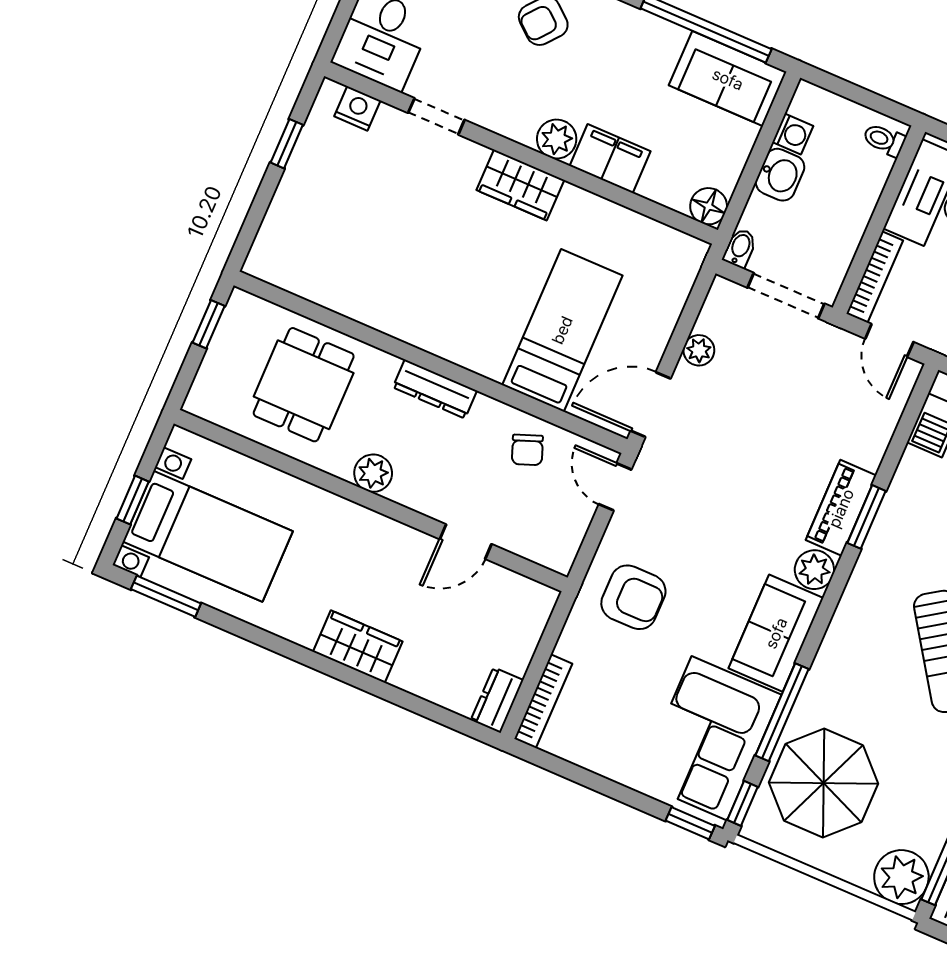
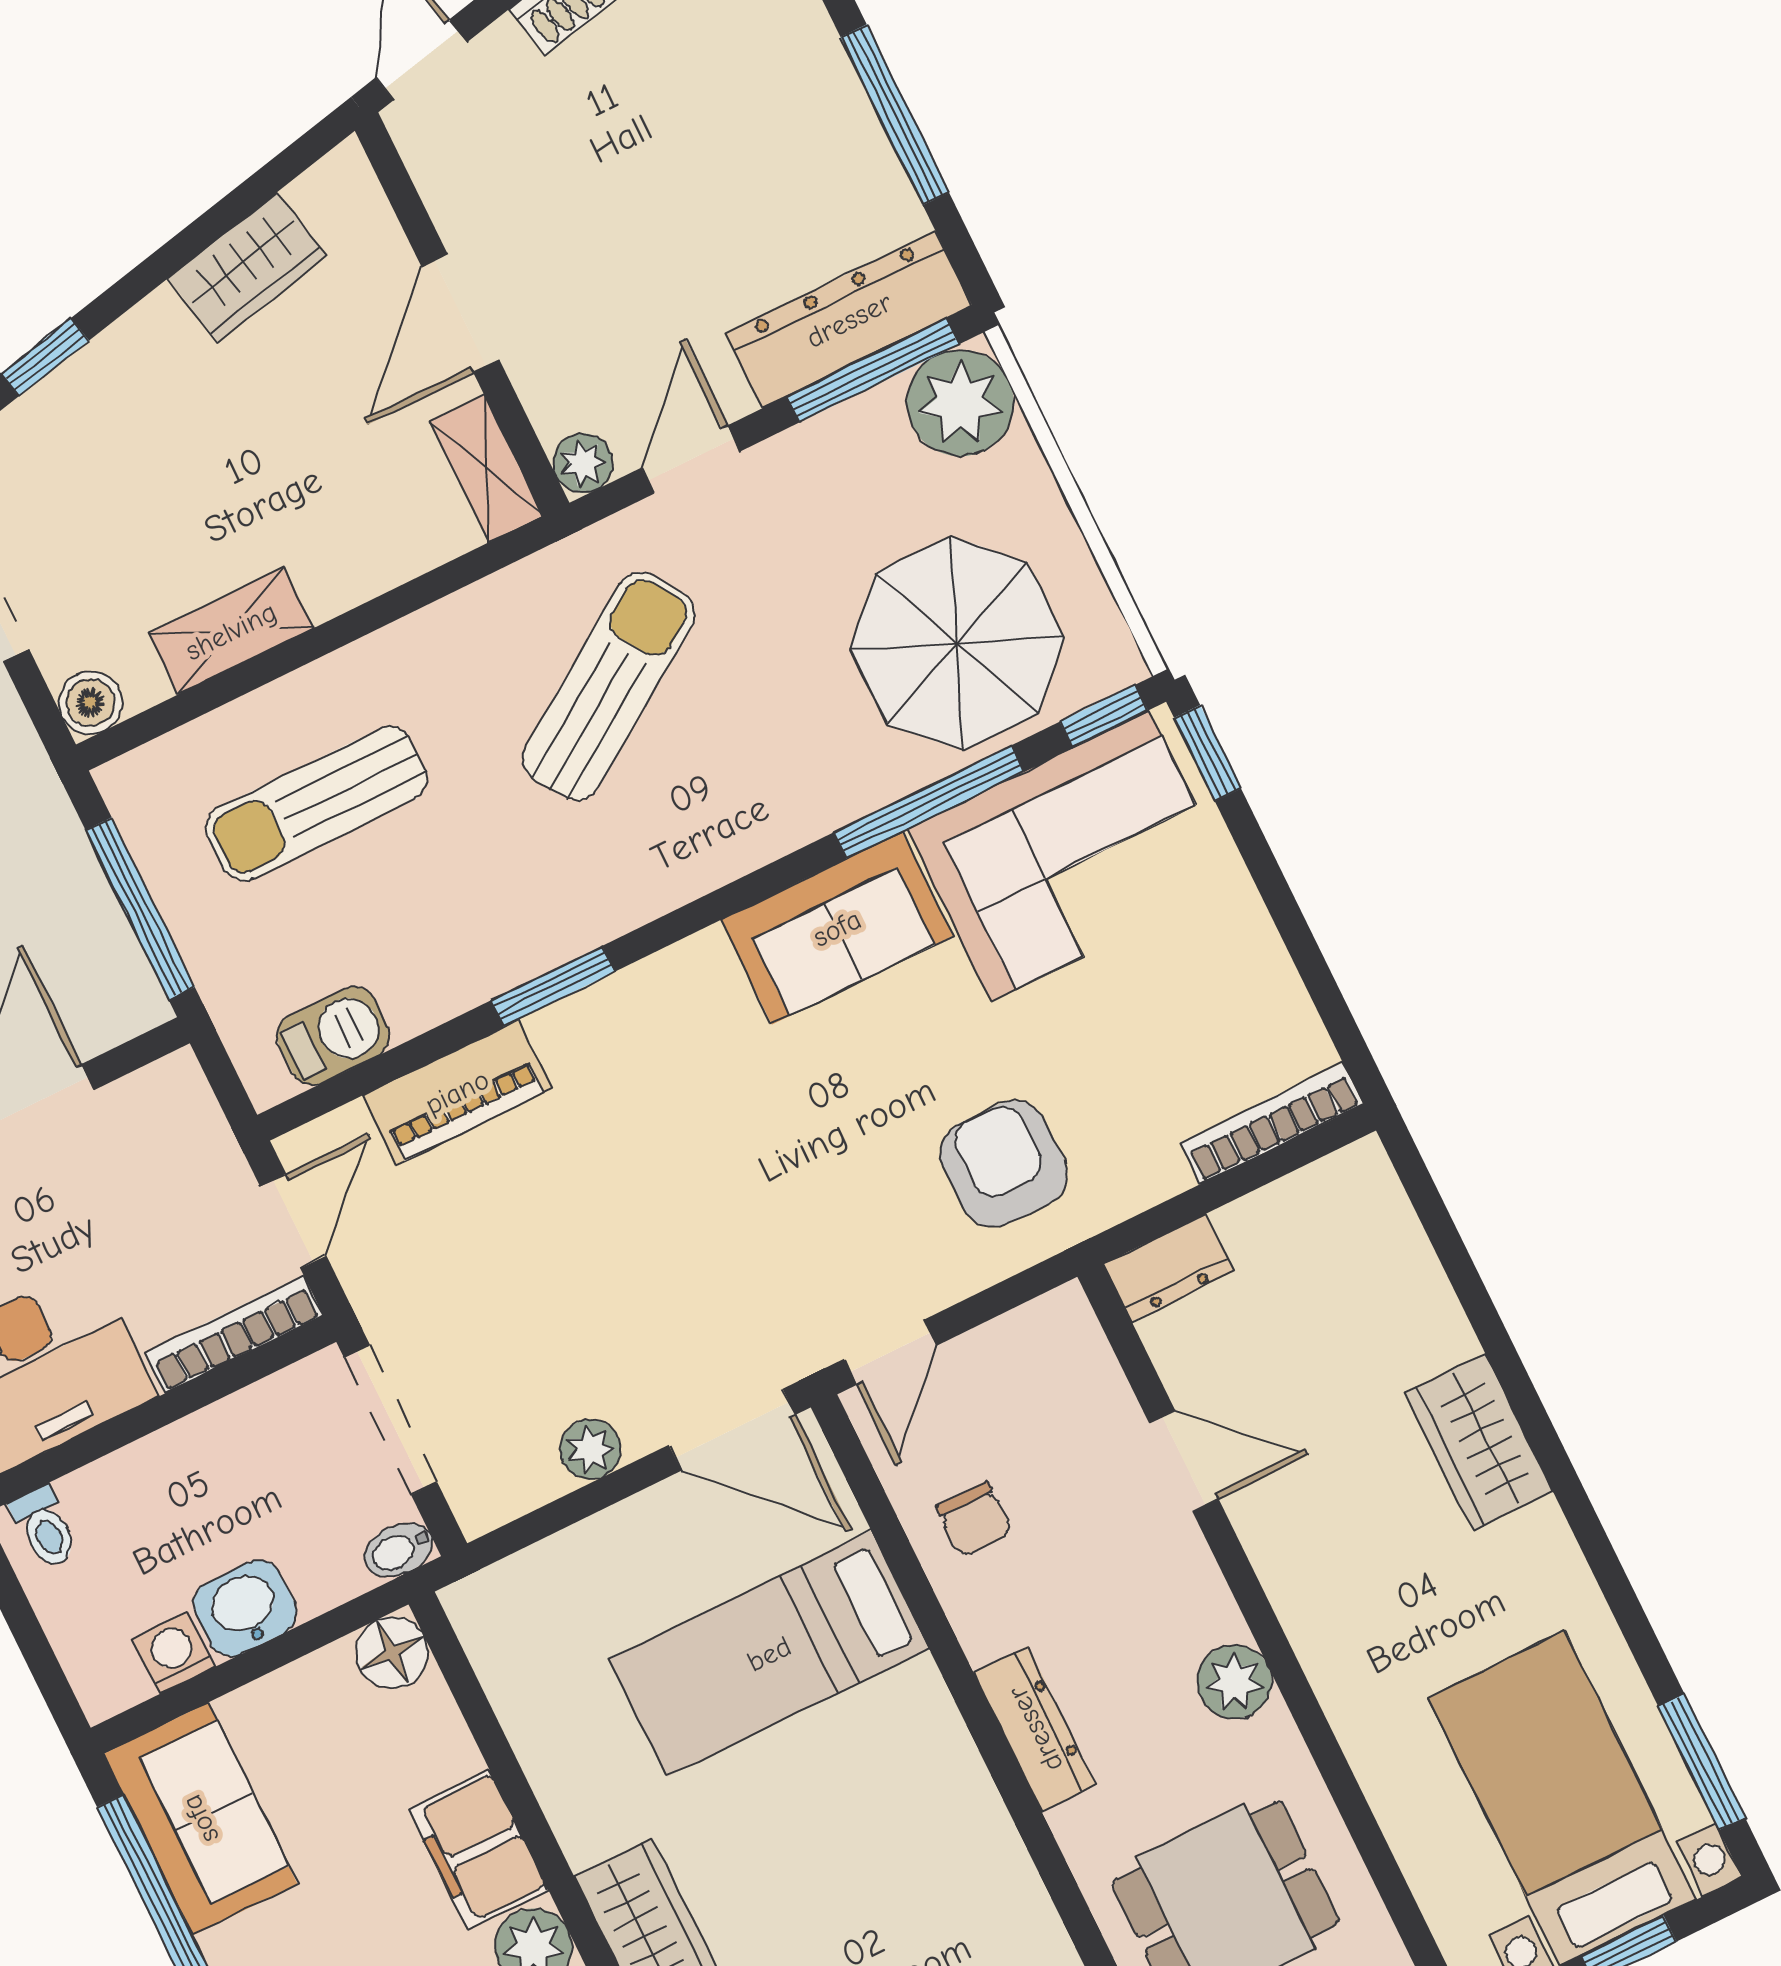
chair: (527, 450) -> (974, 1520), turned 111
piano: (841, 508) -> (457, 1092), moved
plant: (814, 570) -> (698, 974), removed
dresser: (497, 700) -> (1169, 1268), moved

